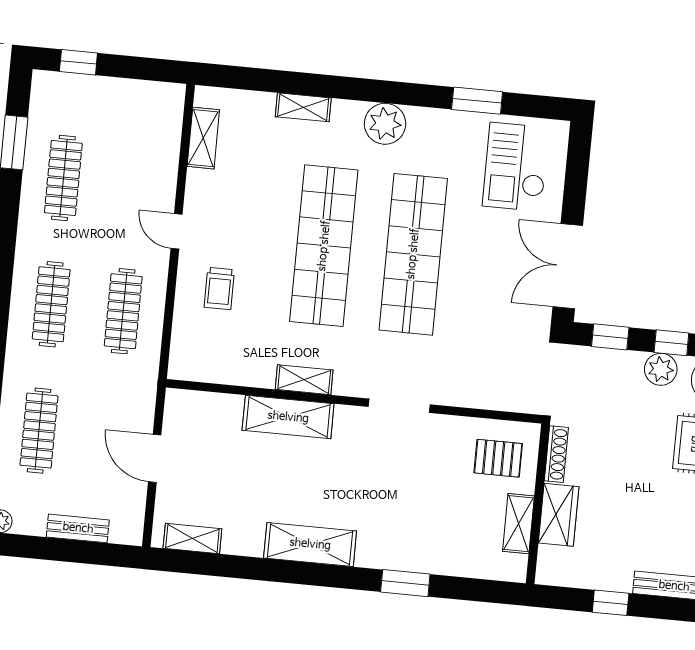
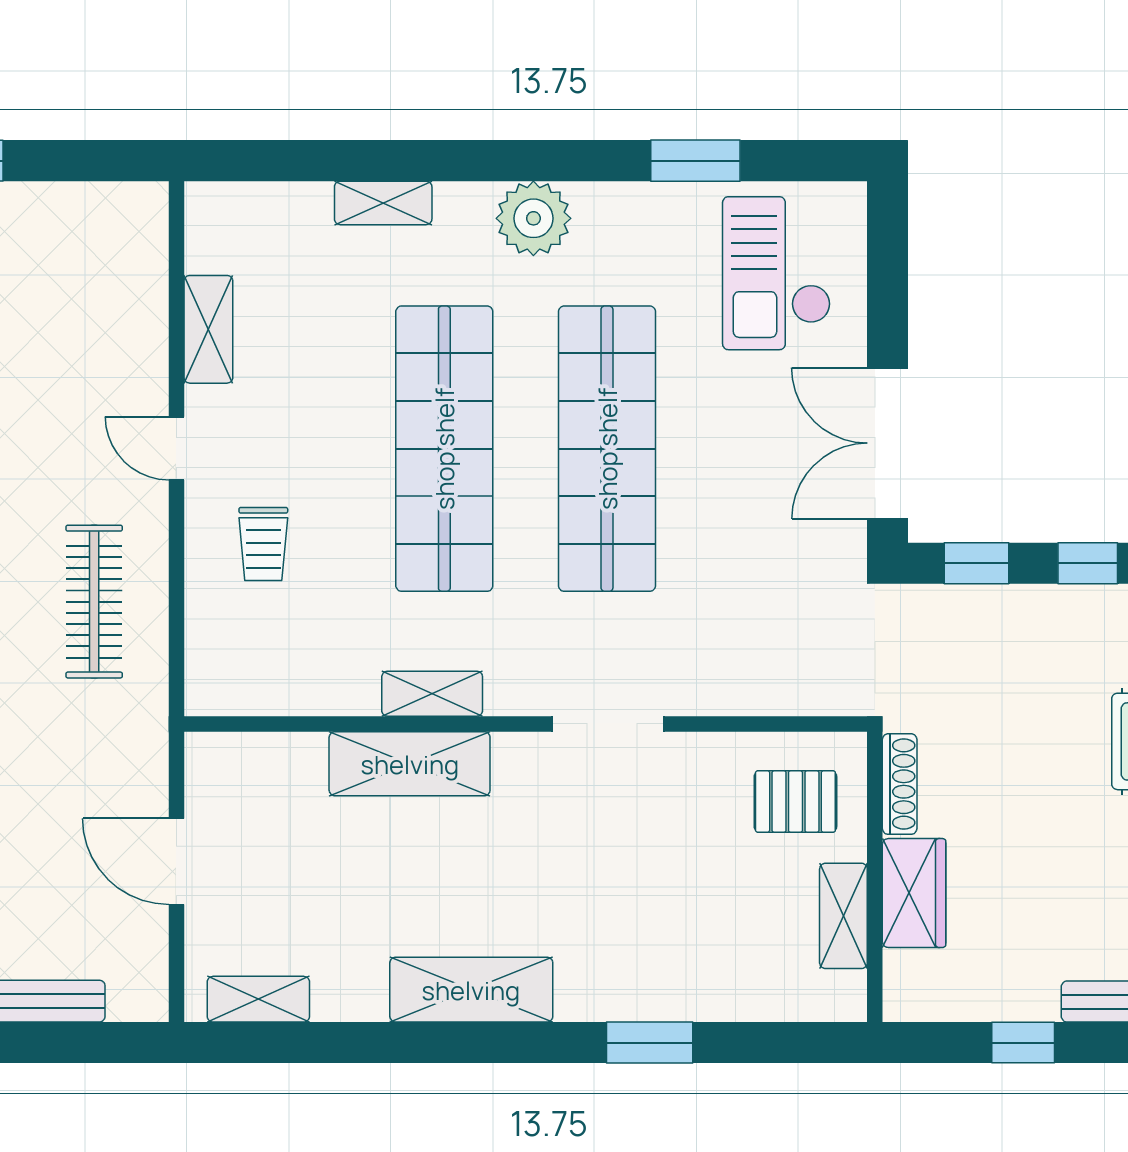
shelving: (203, 138) -> (208, 329), moved
plant: (661, 369) -> (1073, 613), removed

